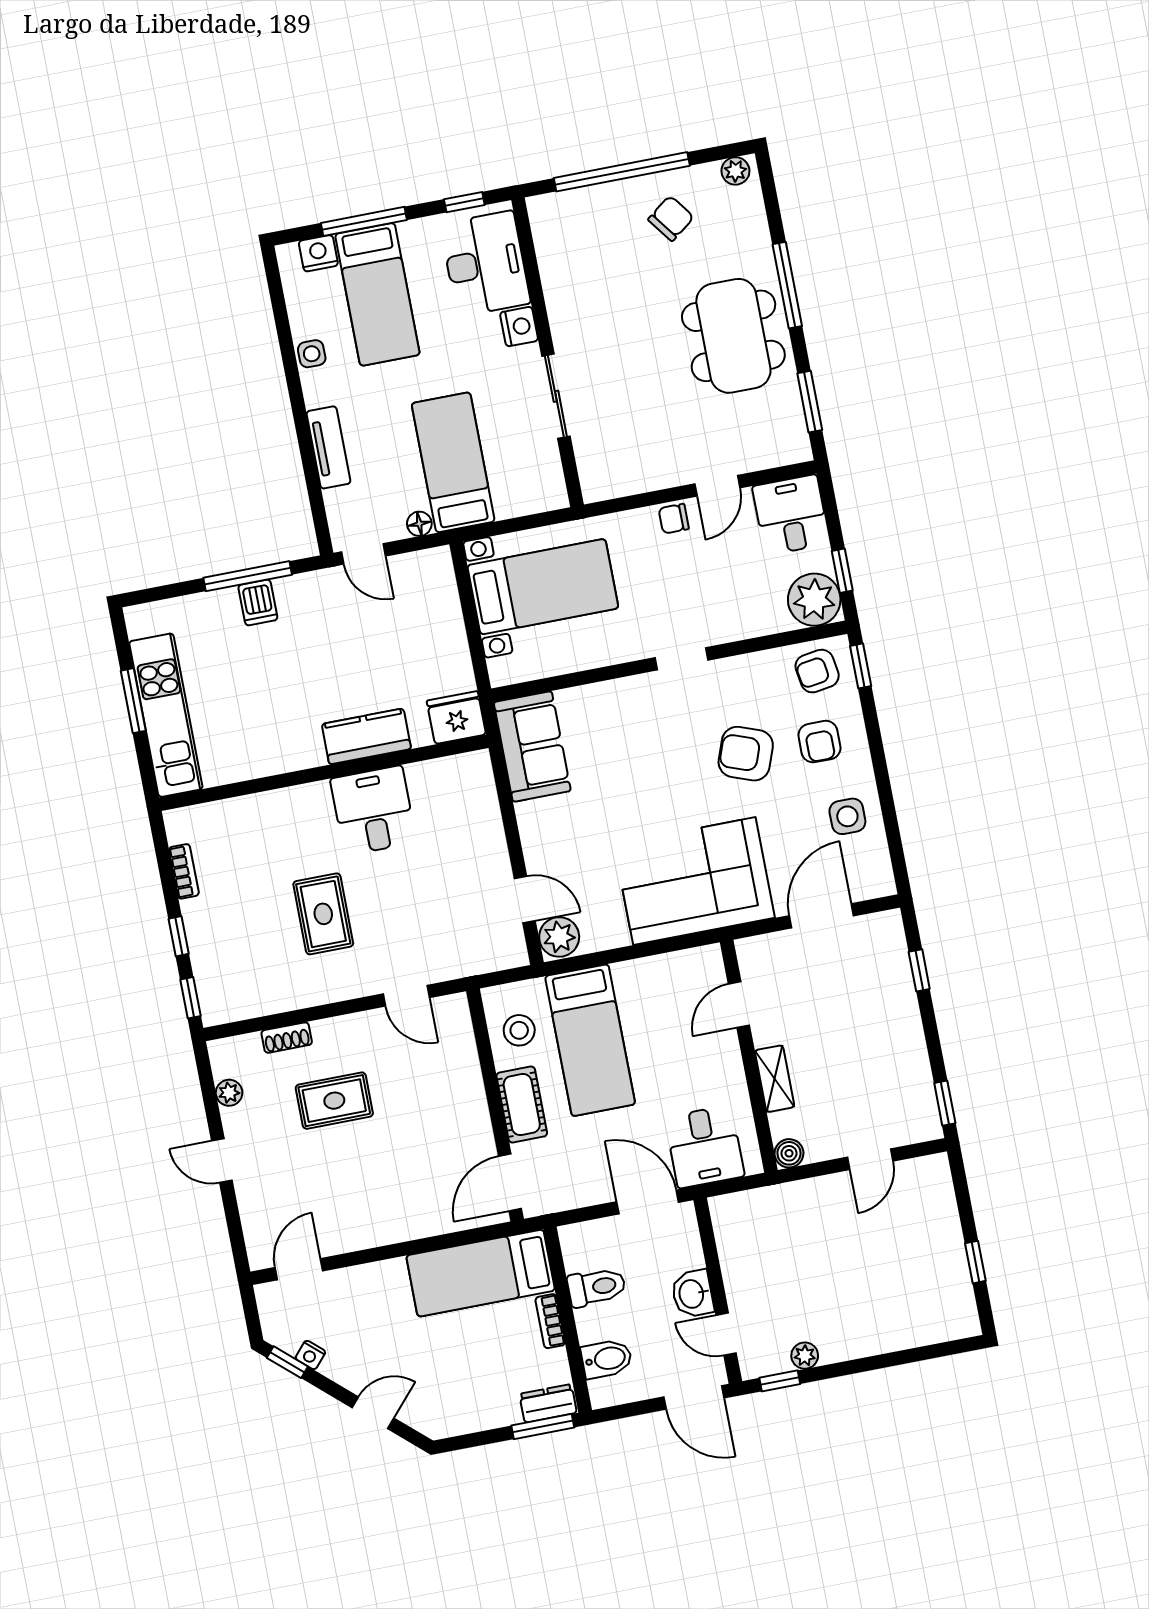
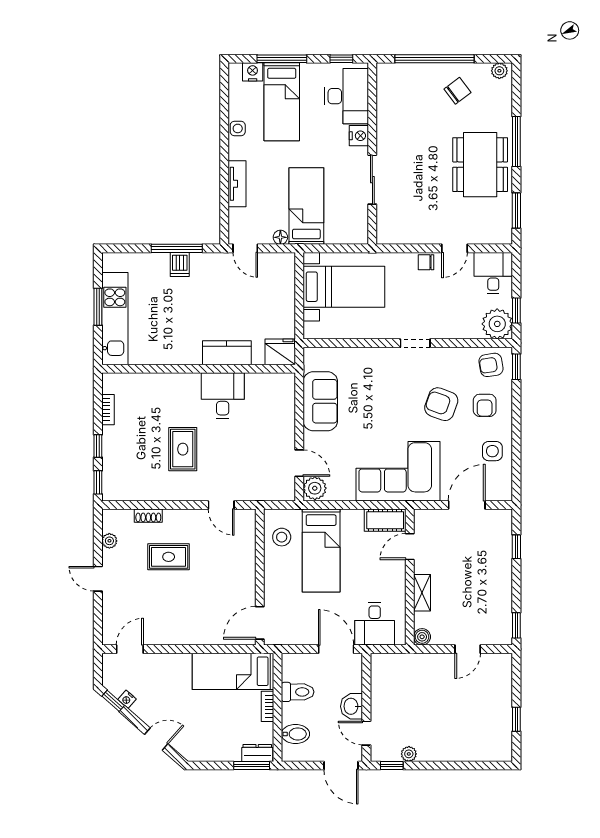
sofa: (532, 747) -> (320, 401), moved
cot: (522, 1105) -> (385, 520), moved, turned 90

